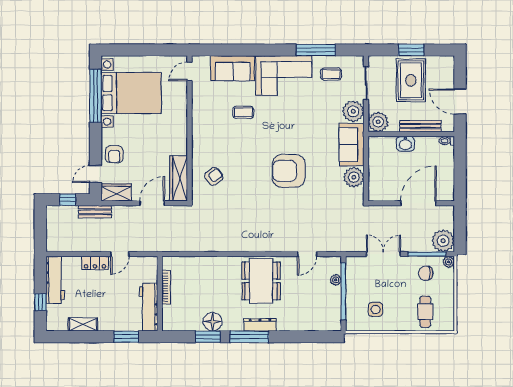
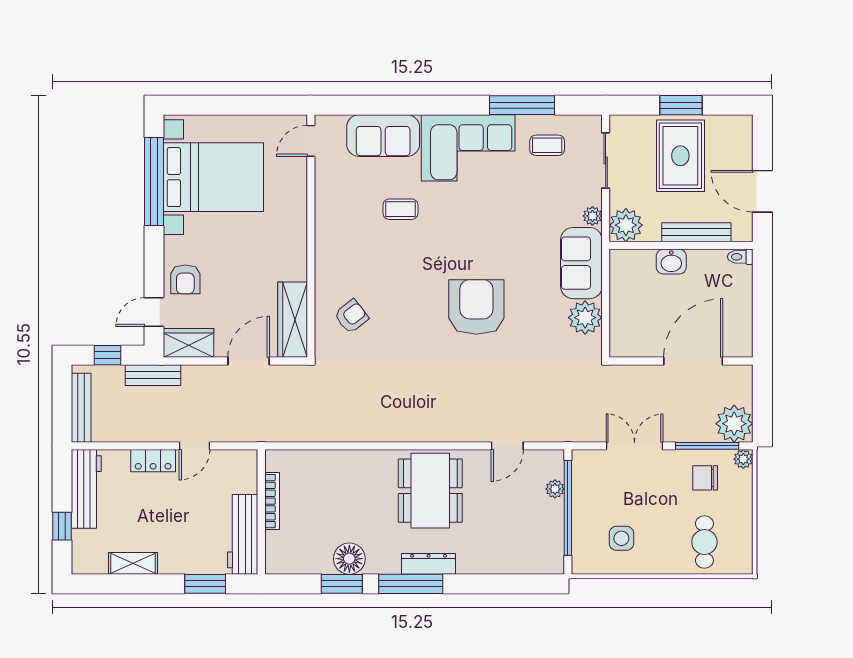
plant: (353, 111) -> (592, 216), width x0.53, depth x0.53
armchair: (289, 171) -> (476, 307), turned 90
bench: (52, 231) -> (81, 408), added

